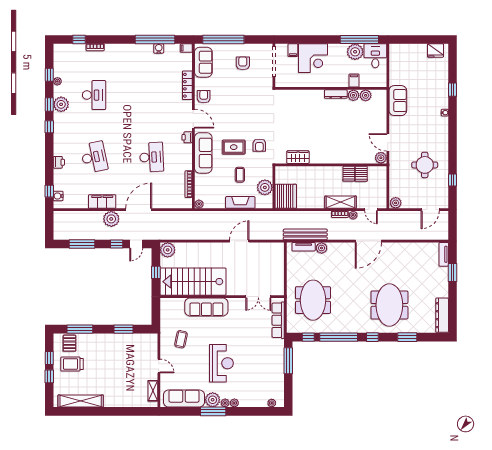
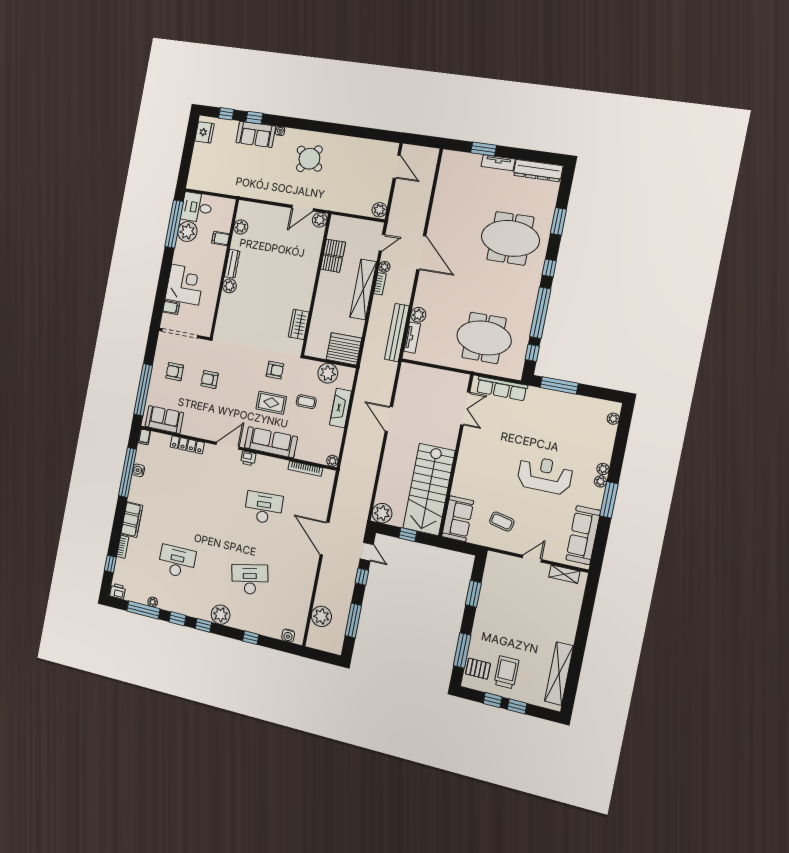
window: (49, 75) -> (143, 610), width x2.17
plant: (353, 95) -> (229, 286), moved
armchair: (204, 97) -> (210, 379), moved
sofa: (398, 101) -> (256, 134), moved, turned 180
plant: (61, 104) -> (221, 615), moved
rug: (234, 147) -> (271, 403), turned 90
printer: (59, 162) -> (118, 591), moved
round table: (425, 165) -> (309, 159), moved, turned 36
window: (452, 180) -> (226, 114), moved
window: (49, 191) -> (251, 638), moved
filing cabinet: (102, 201) -> (132, 520), moved, turned 180
shelving: (341, 202) -> (363, 290), width x1.47
plant: (111, 219) -> (321, 616), moved
tv unit: (444, 254) -> (498, 163), moved
sofa: (206, 307) -> (458, 519), moved, width x0.73
trolley: (72, 364) -> (506, 672), turned 180
plant: (213, 400) -> (593, 497), removed

